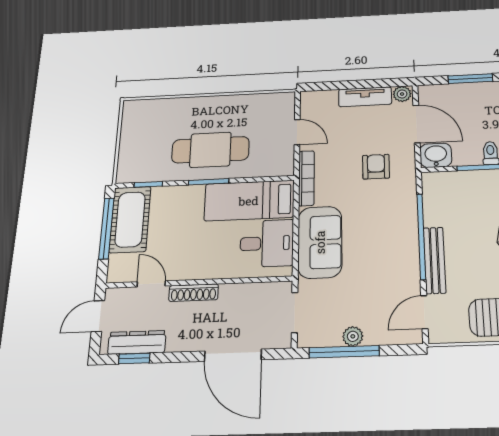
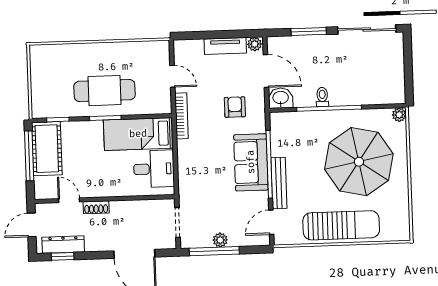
sofa: (320, 242) -> (251, 162), moved, turned 180
shoe rack: (194, 293) -> (96, 207), width x0.70

